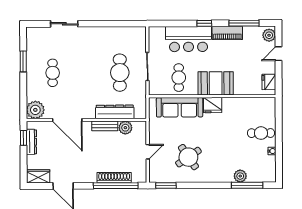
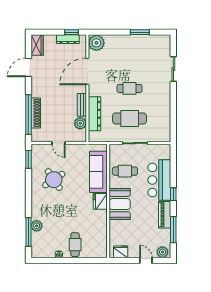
cafe table: (53, 73) -> (130, 88), moved

